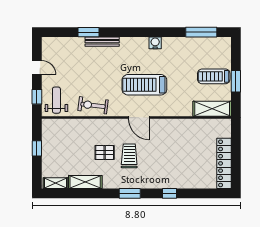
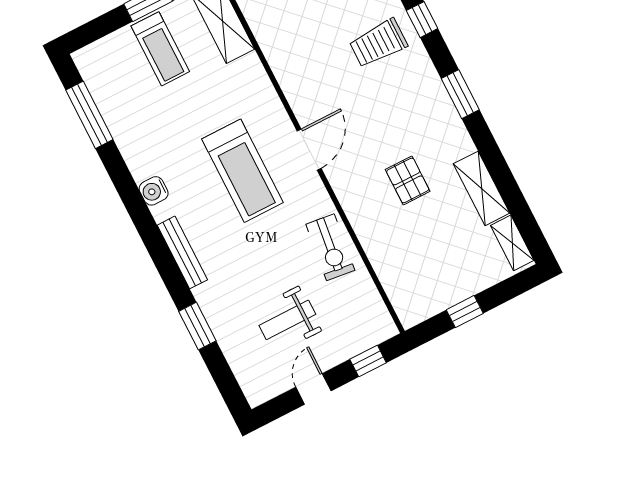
bench: (102, 42) -> (182, 252), moved
weight bench: (56, 100) -> (287, 320), moved
trolley: (129, 156) -> (378, 43), moved

